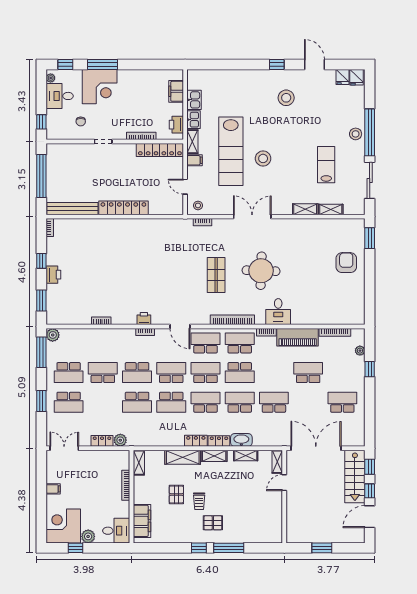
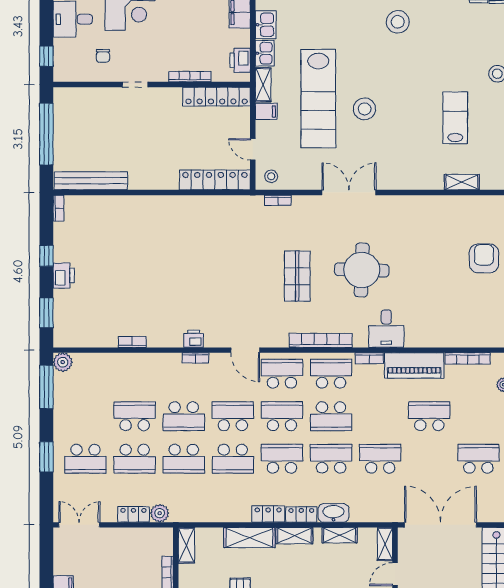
locker: (123, 208) -> (215, 180), moved
shelving: (305, 209) -> (425, 182), removed
school desk: (69, 373) -> (135, 459), moved

